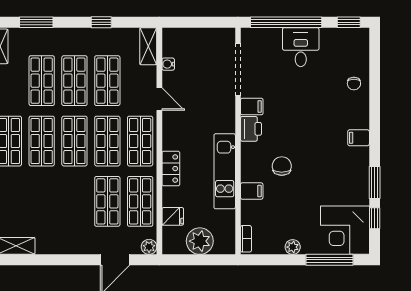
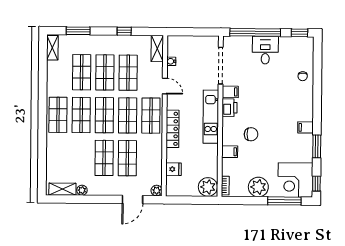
filing cabinet: (359, 138) -> (306, 127), moved
chair: (282, 166) -> (251, 134), turned 90
locker: (171, 169) -> (173, 129), width x1.53
kitchen unit: (225, 171) -> (211, 117), moved
shop shelf: (140, 201) -> (104, 158), moved
window: (375, 218) -> (316, 184), moved
plant: (200, 241) -> (208, 187), moved
plant: (44, 247) -> (82, 190), added
plant: (293, 247) -> (258, 187), width x1.87, depth x1.87

